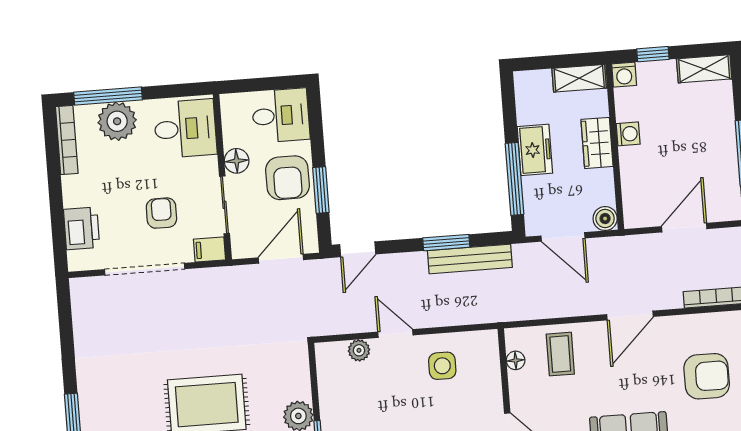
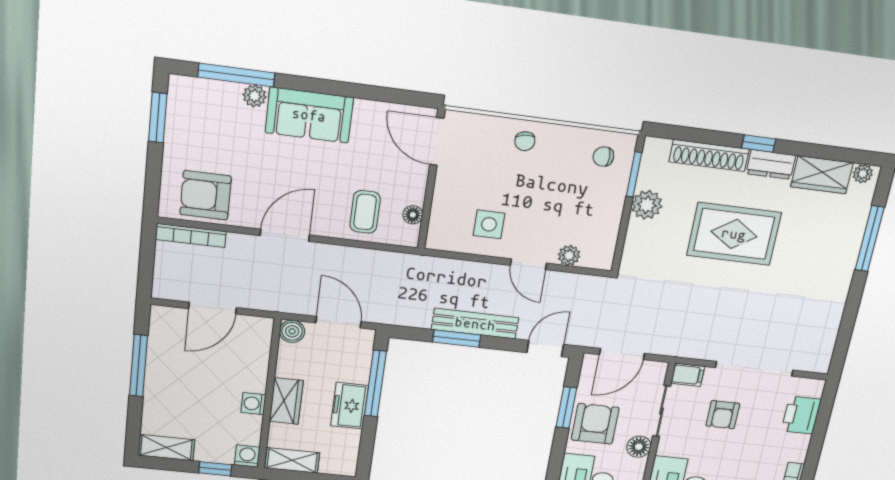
bench: (470, 259) -> (475, 324), moved
armchair: (707, 376) -> (206, 195), moved

